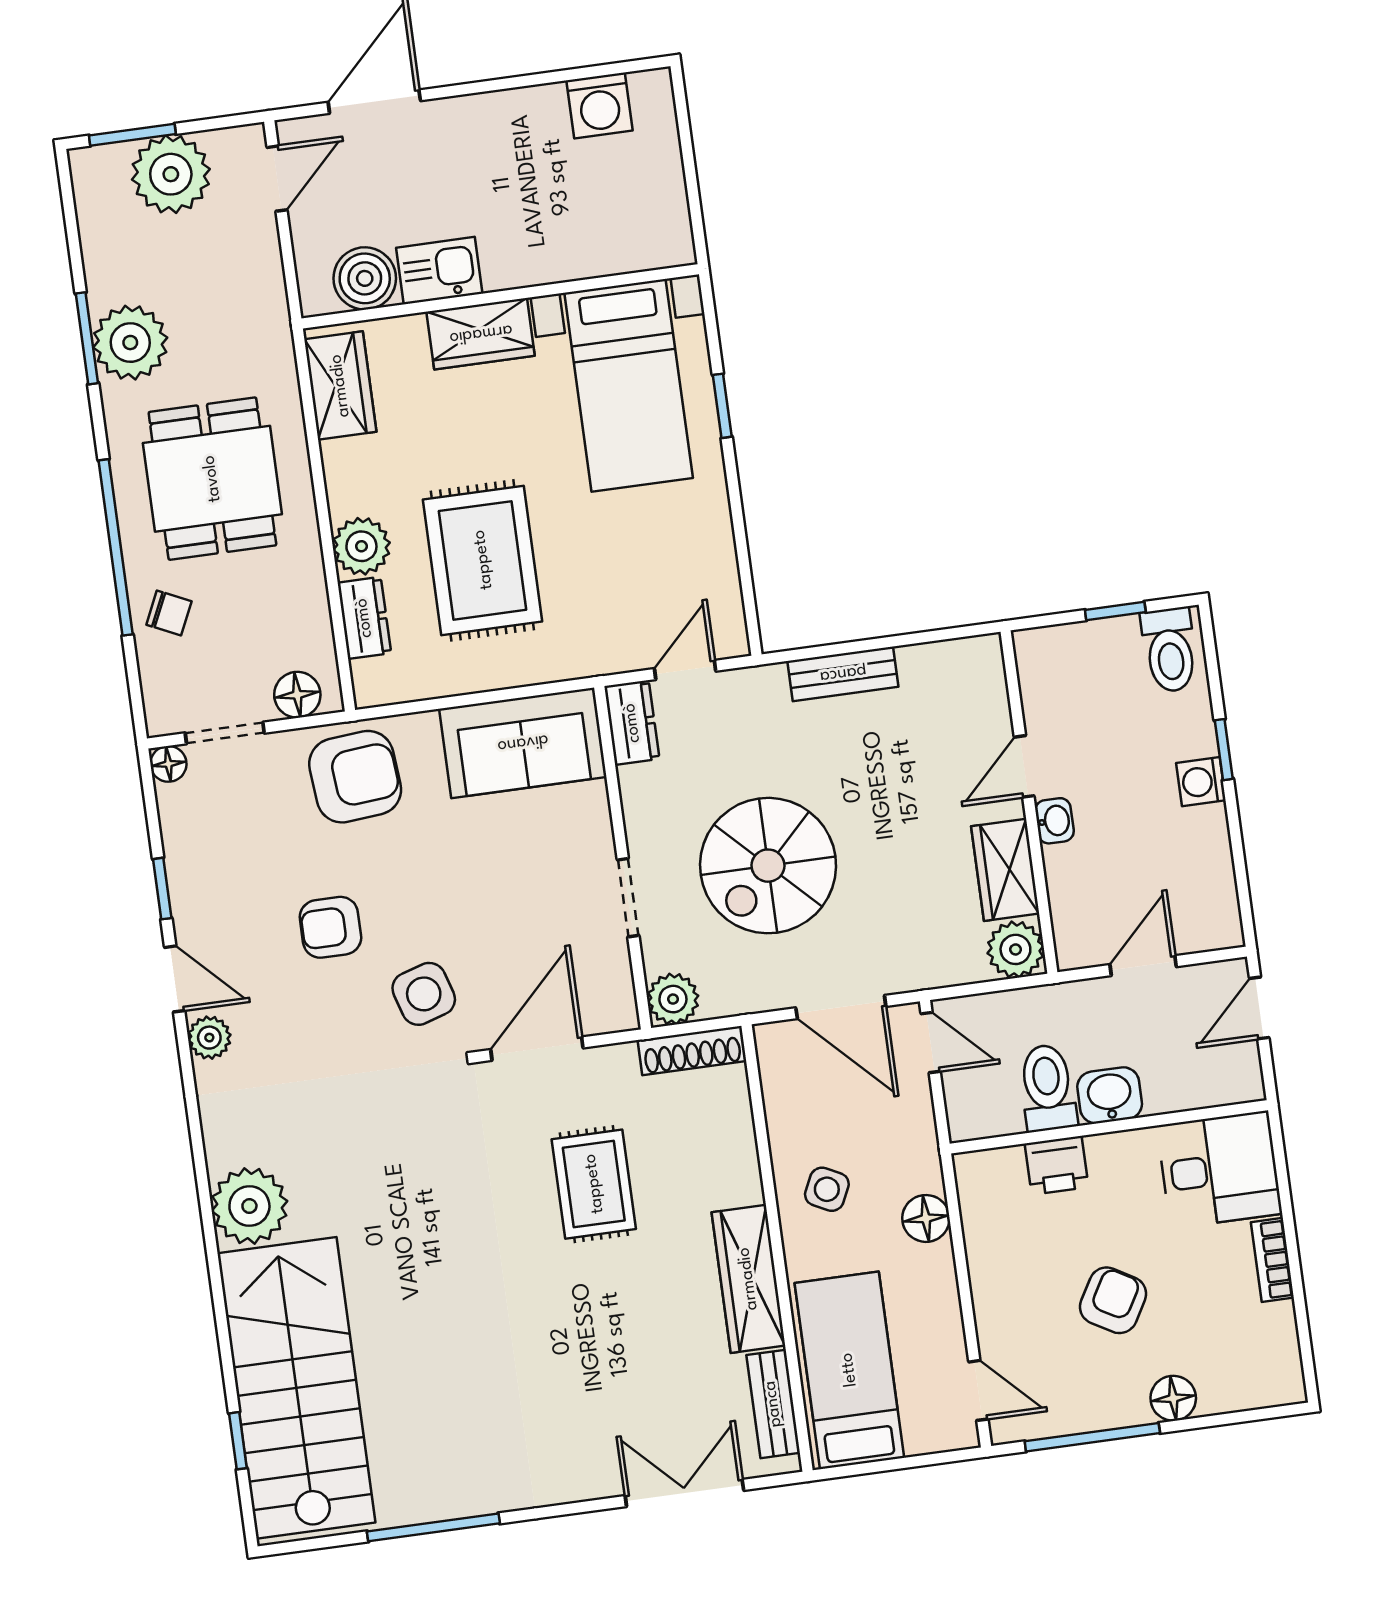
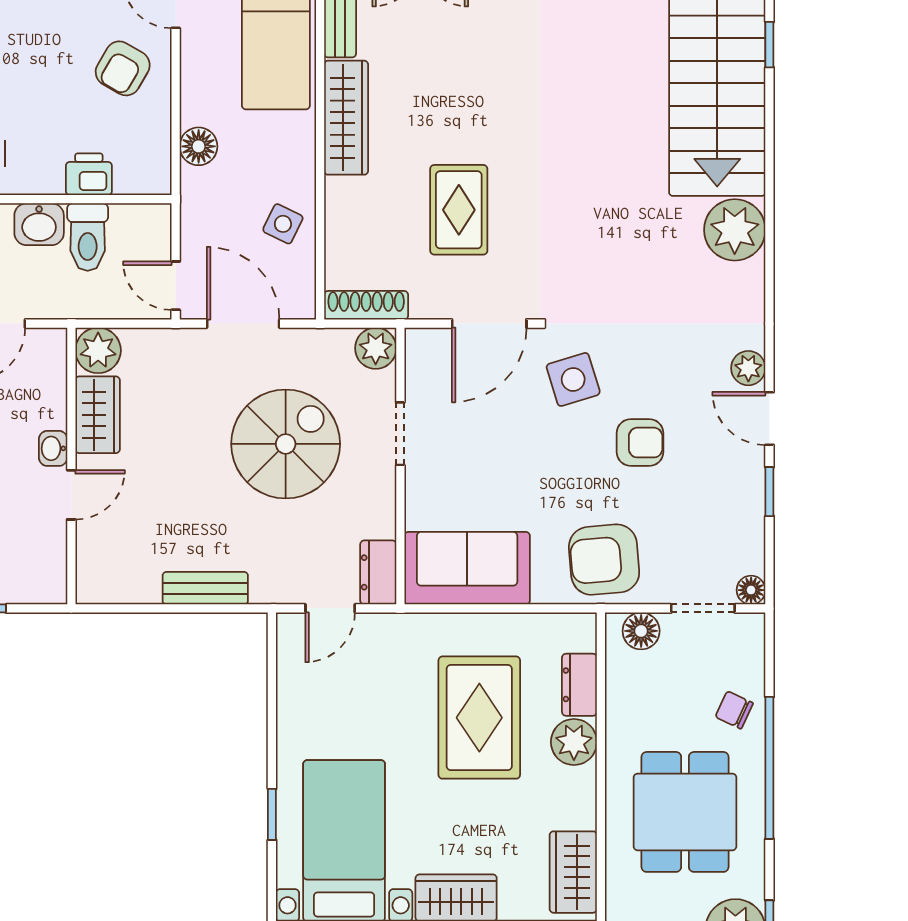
side table: (827, 1189) -> (283, 224), moved
armchair: (1113, 1300) -> (123, 68), moved

